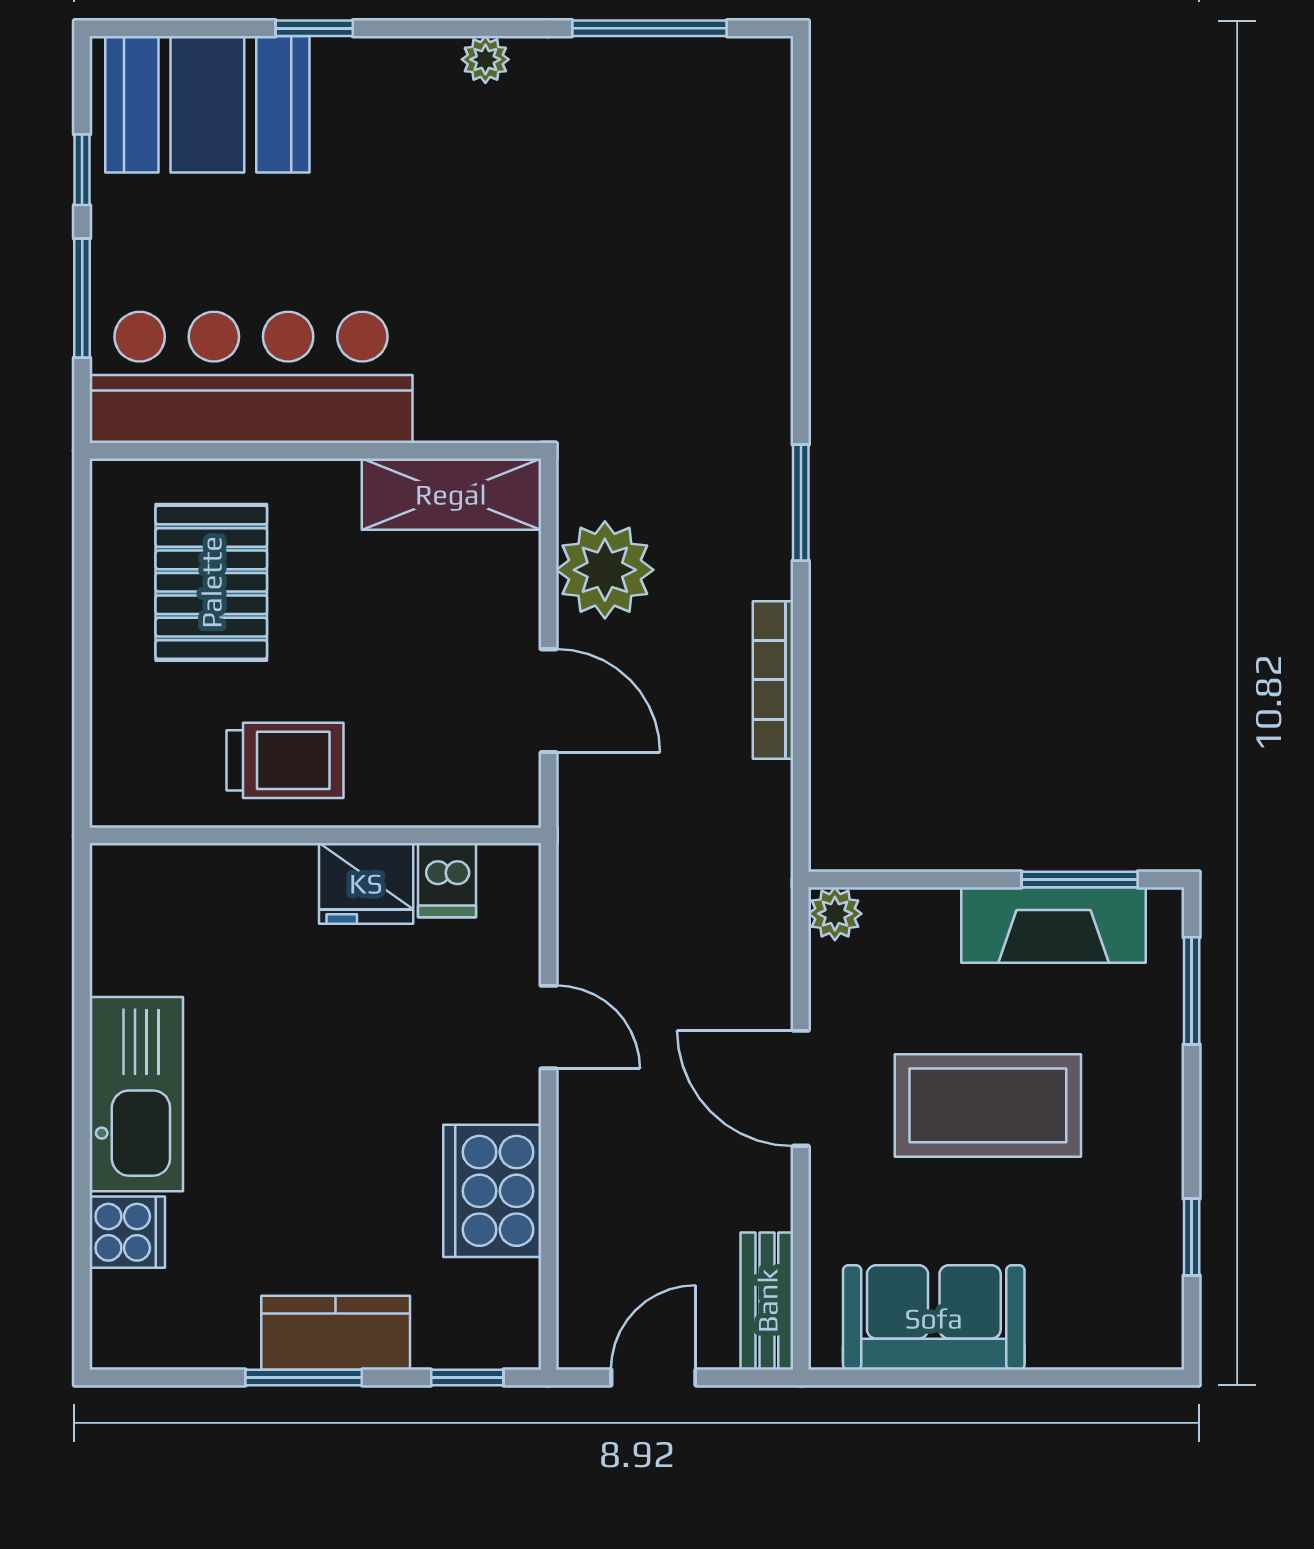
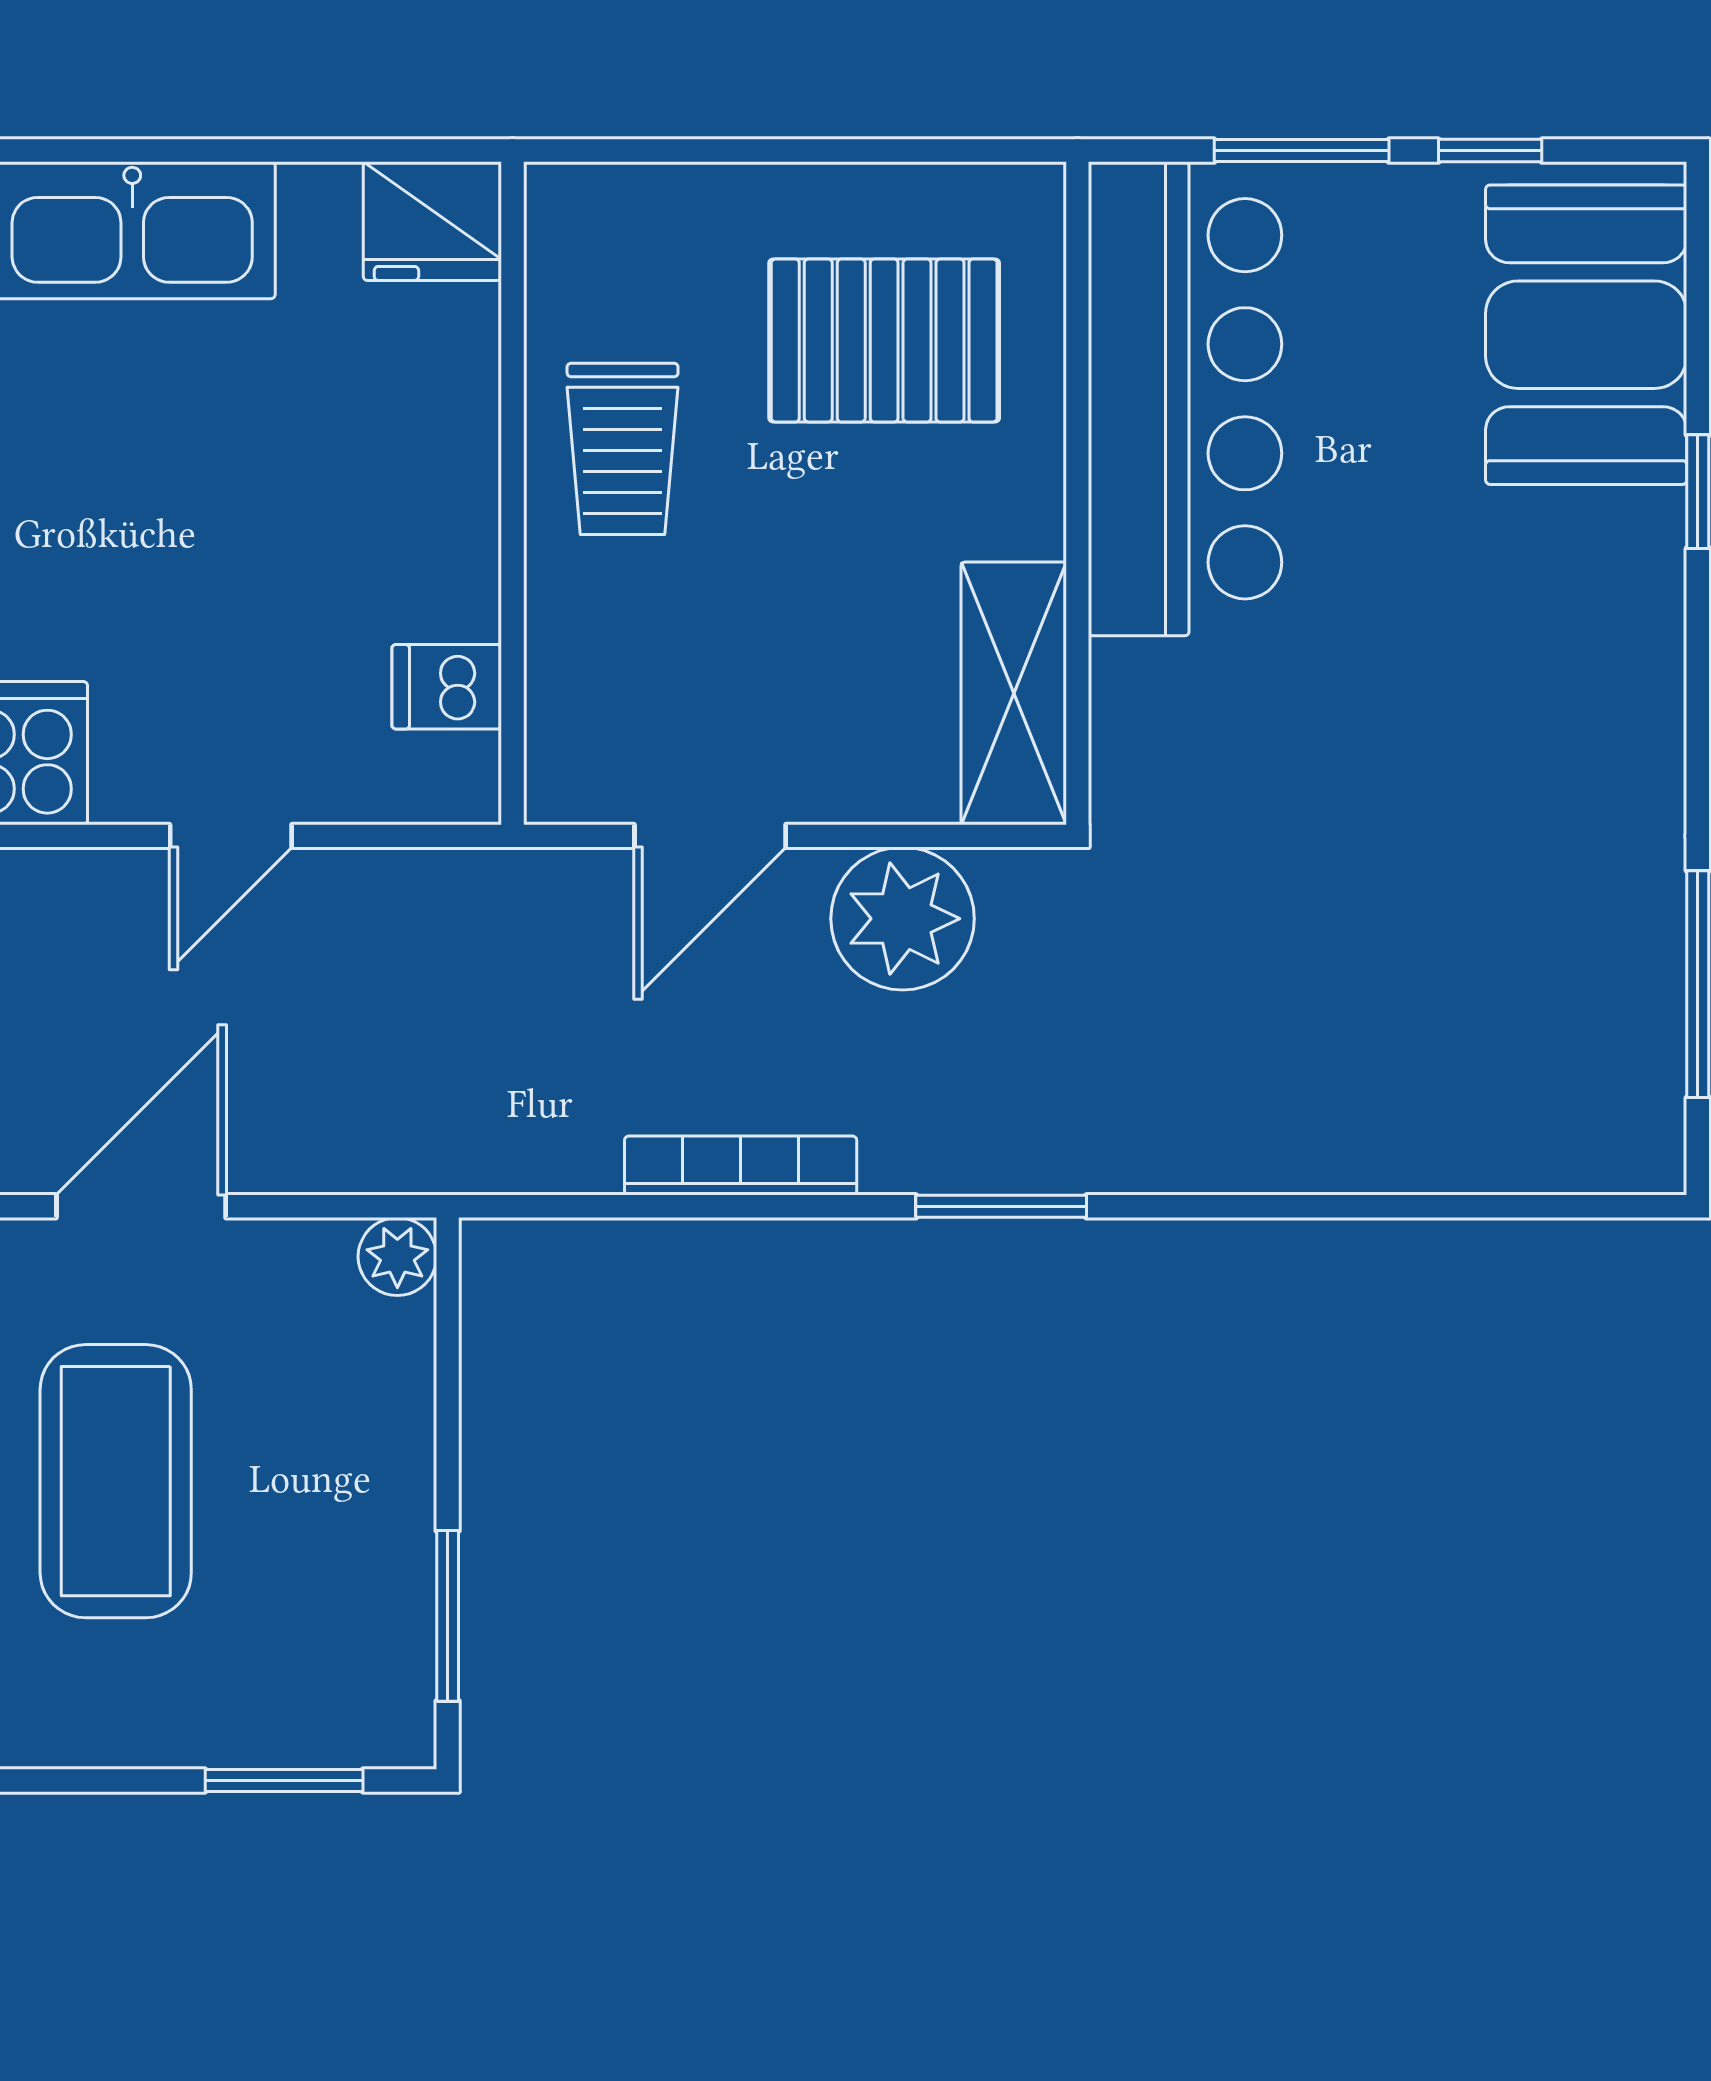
plant: (485, 59) -> (1652, 743), removed
fridge: (366, 883) -> (432, 221), moved, turned -90
fireplace: (1054, 925) -> (381, 1578), removed

